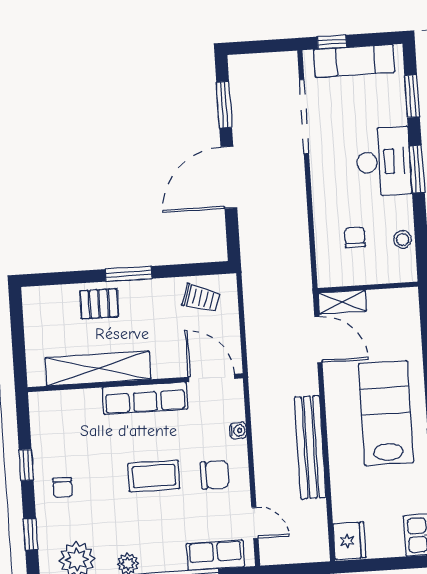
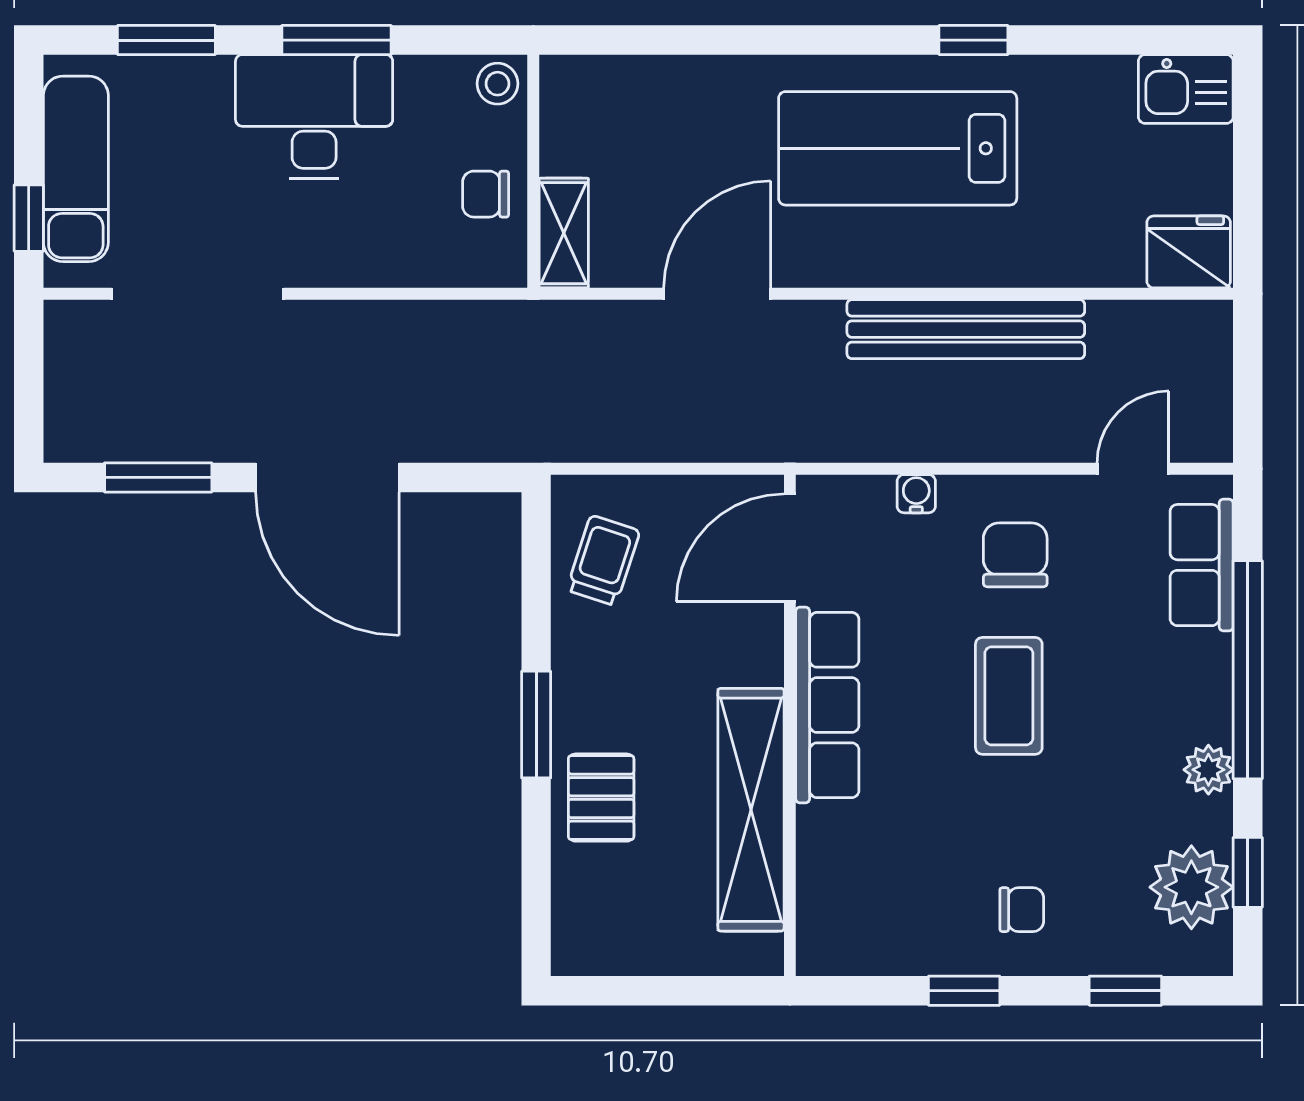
wall: (368, 287) -> (533, 171), moved
shelving: (342, 302) -> (564, 233), moved

